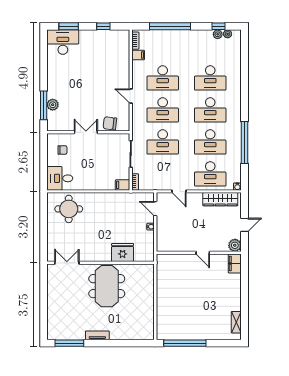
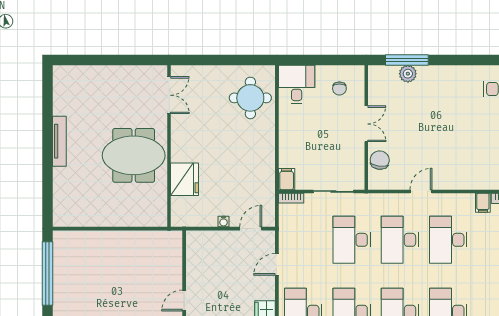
tv unit: (97, 335) -> (59, 141), width x1.41
window: (69, 343) -> (48, 99), removed

